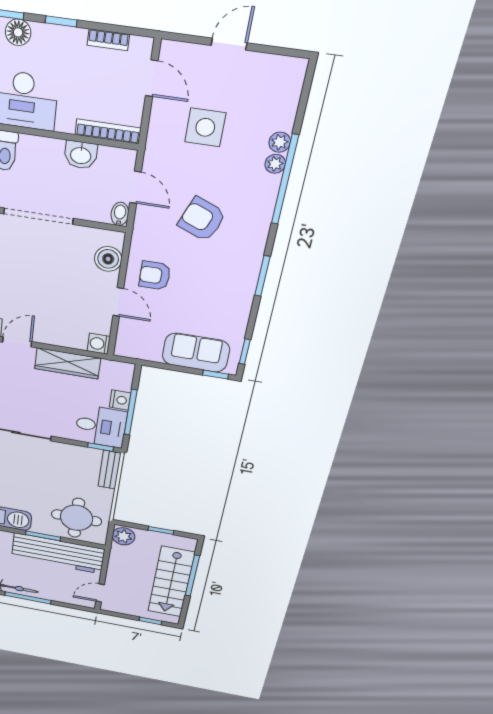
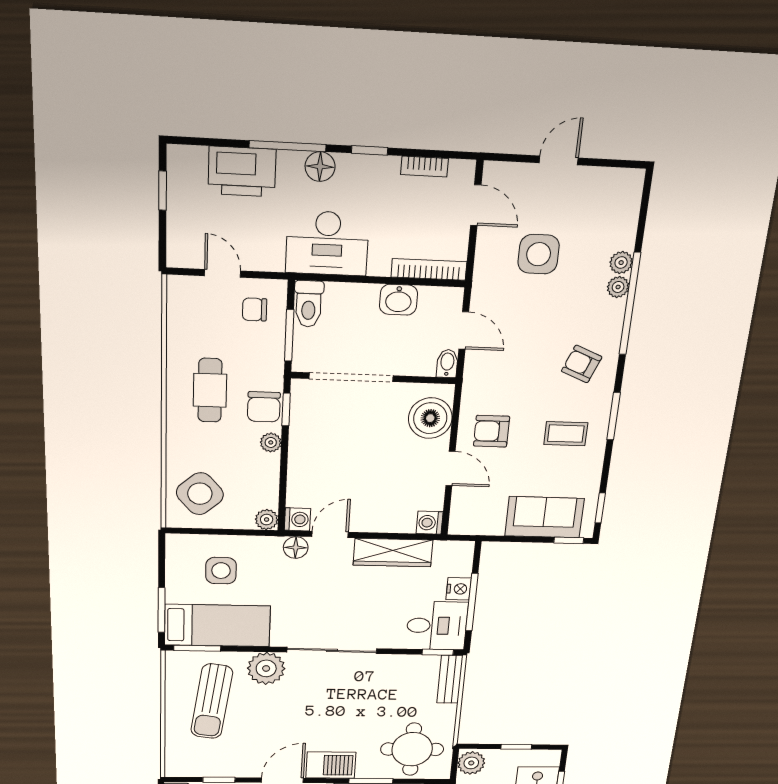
armchair: (202, 219) -> (582, 364), moved, width x0.72, depth x0.72
boiler: (108, 259) -> (430, 418), width x1.37, depth x1.37
coffee table: (219, 286) -> (566, 434), added

